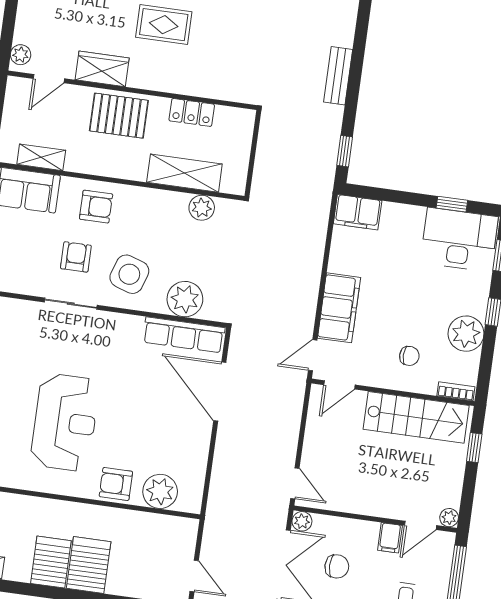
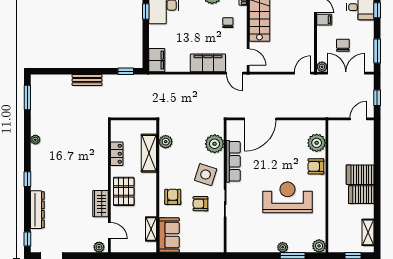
rug: (164, 25) -> (73, 175), removed
row of seats: (184, 335) -> (233, 161), moved
armchair: (116, 484) -> (316, 166), turned 90

